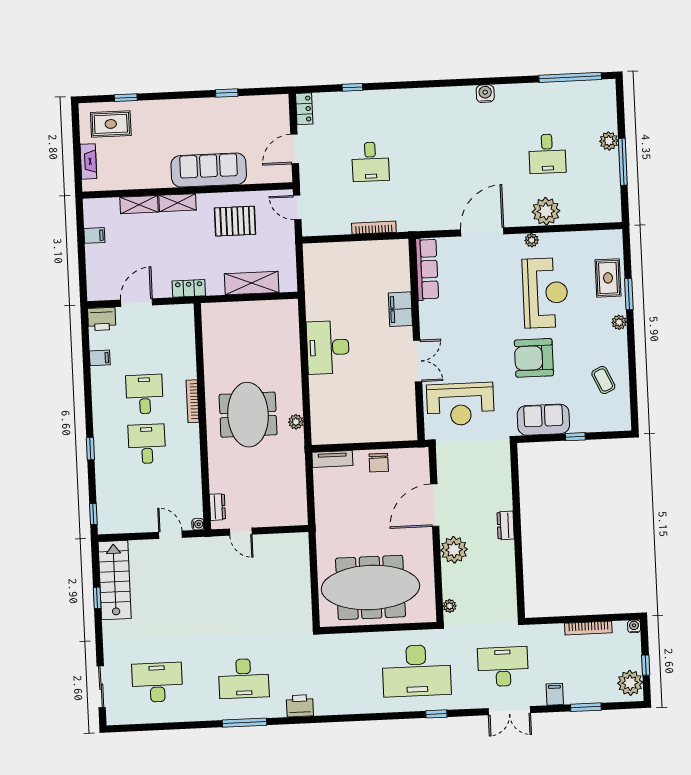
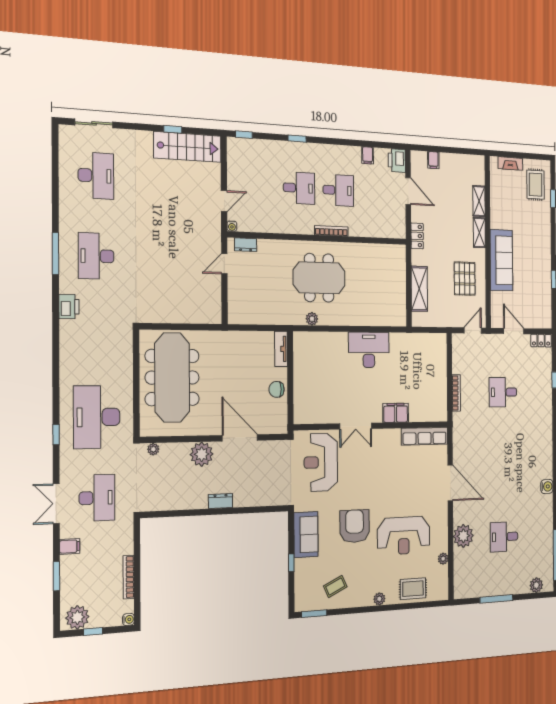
plant: (609, 141) -> (536, 585), moved
filing cabinet: (94, 235) -> (433, 160), moved
plant: (532, 240) -> (443, 559), moved
window: (629, 294) -> (314, 614), moved

